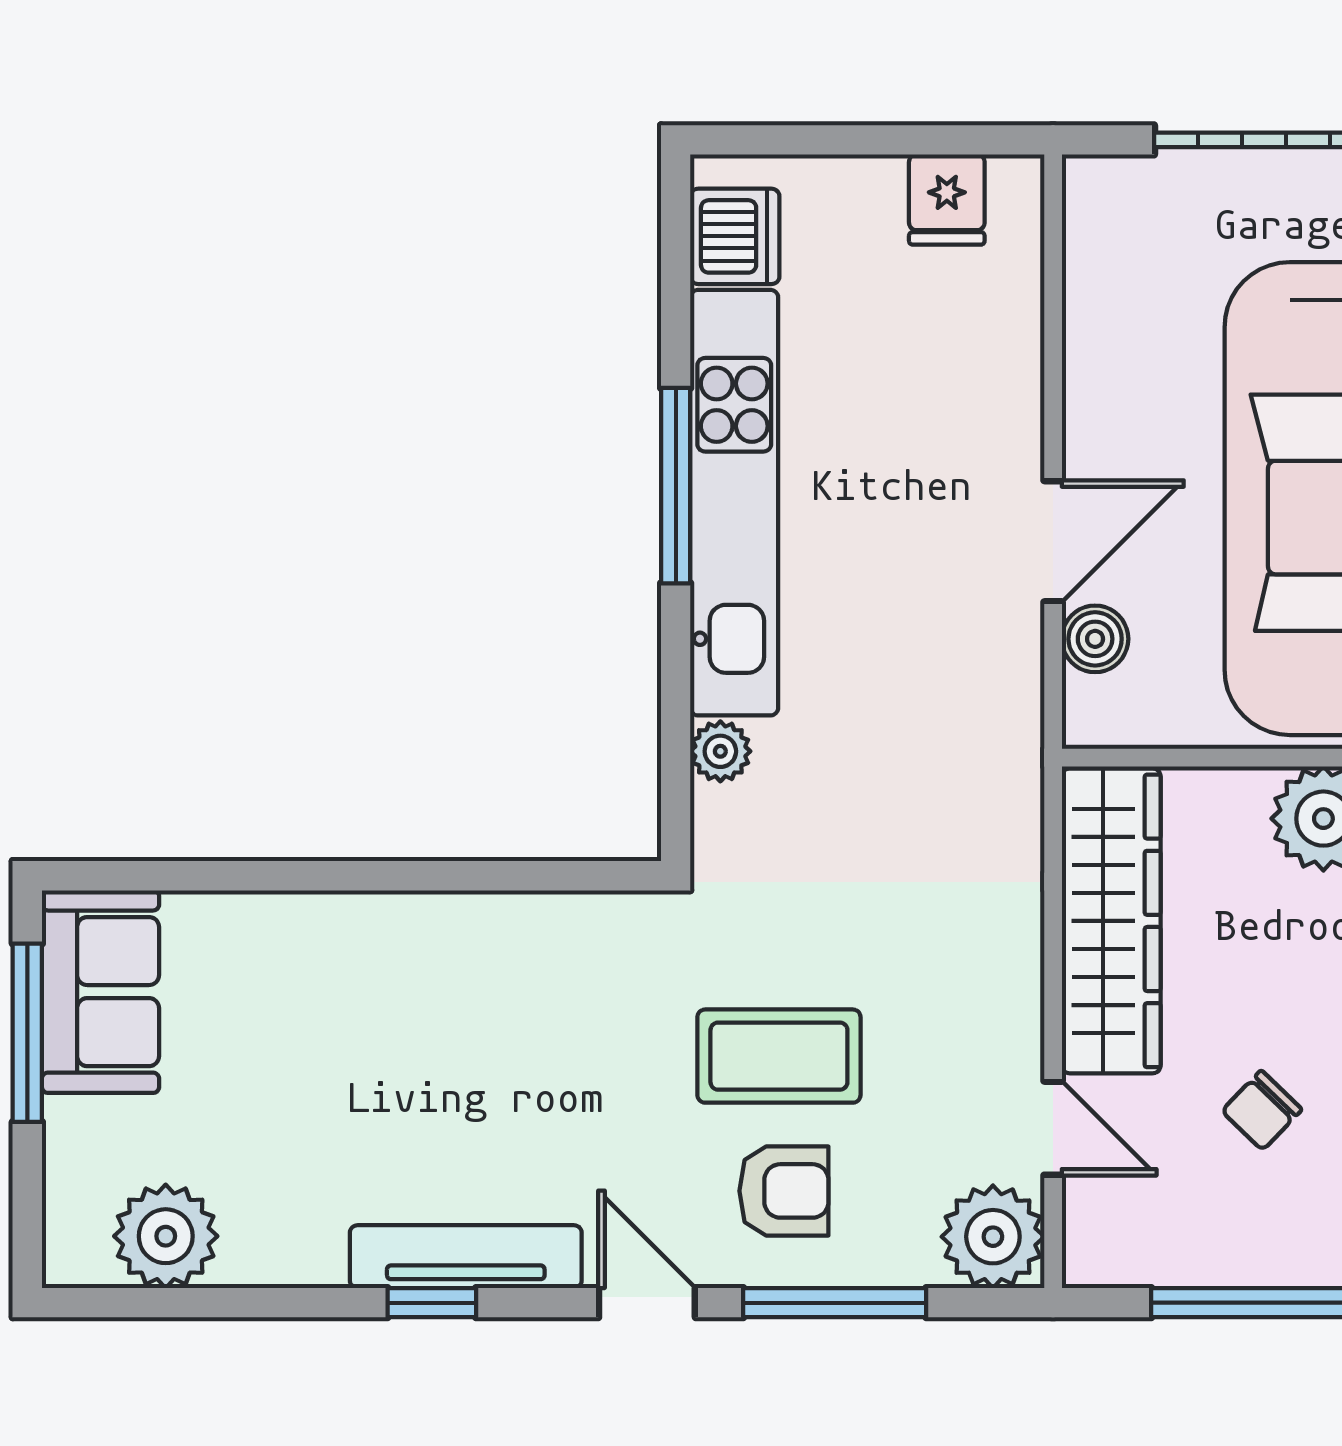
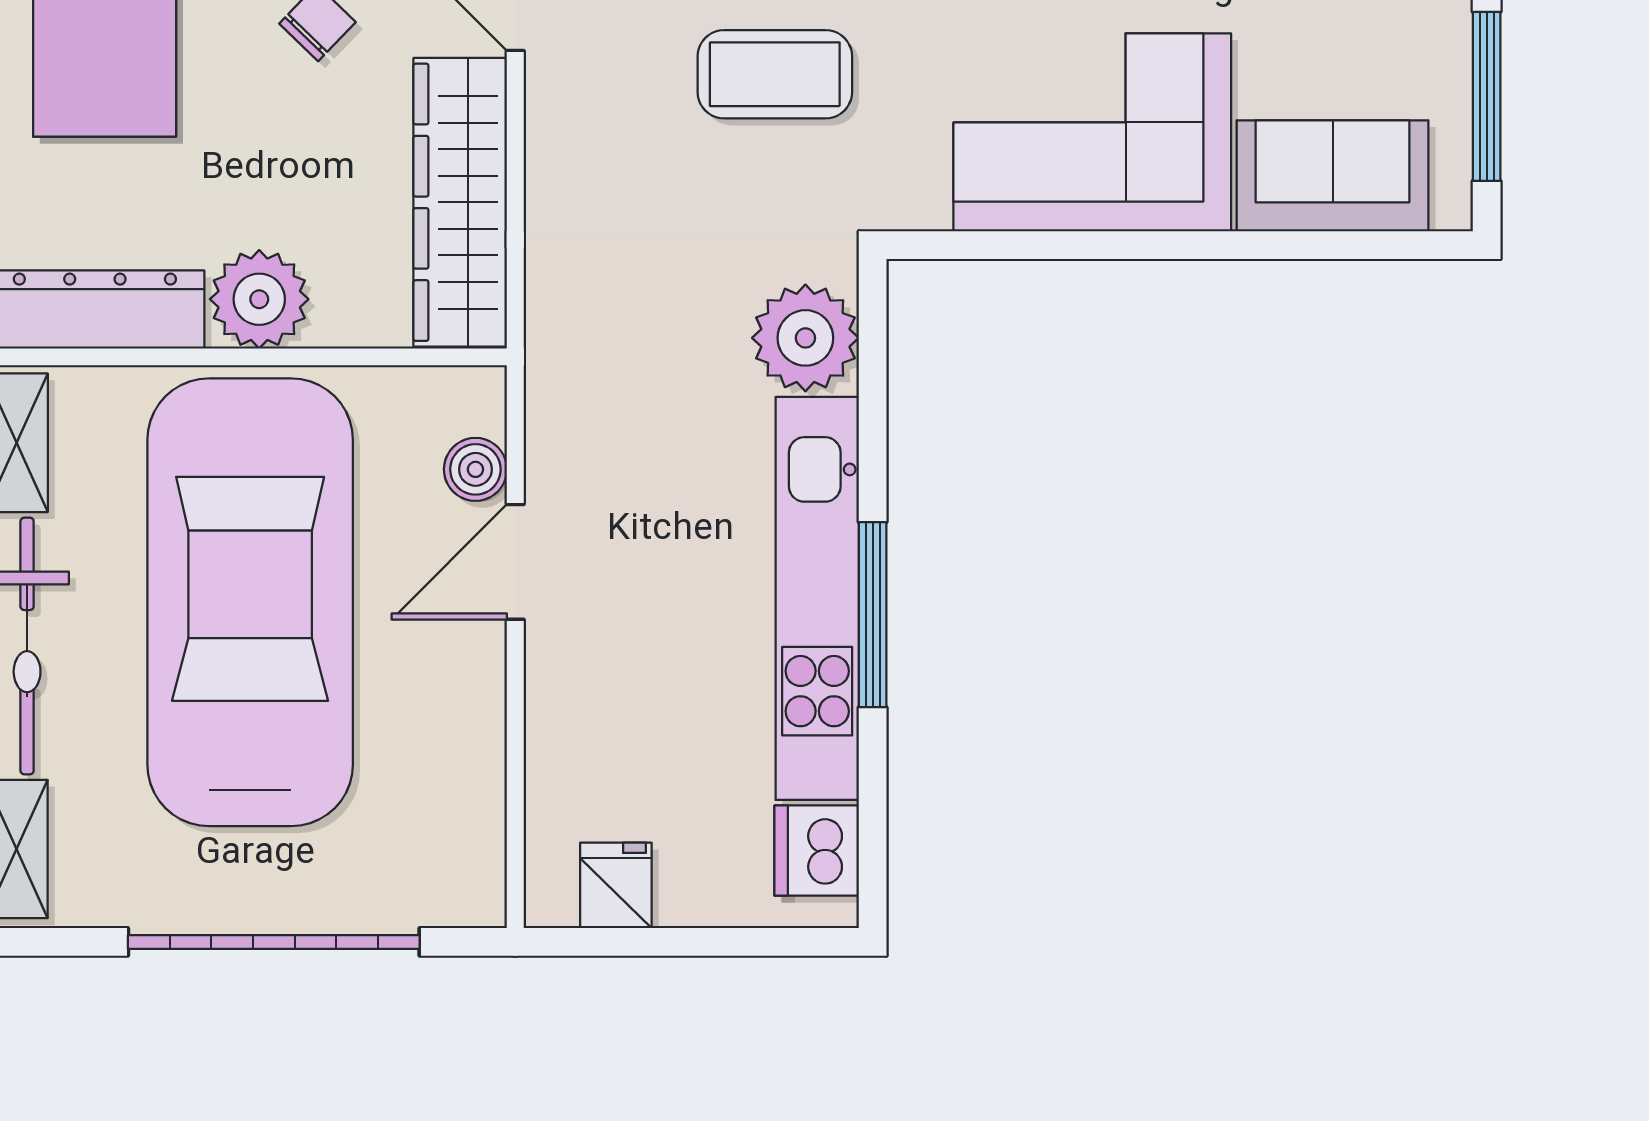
plant: (720, 751) -> (805, 338), width x1.87, depth x1.87
sofa: (100, 992) -> (1333, 176), moved, turned 90
corner sofa: (444, 995) -> (1092, 132), added

